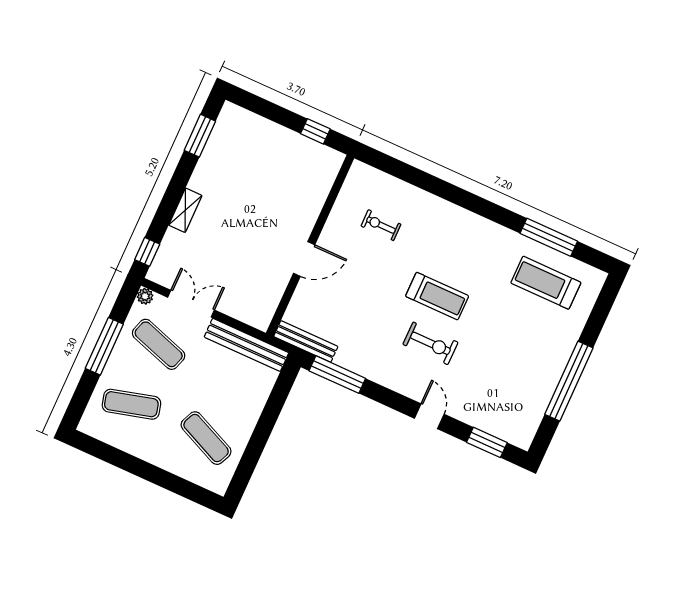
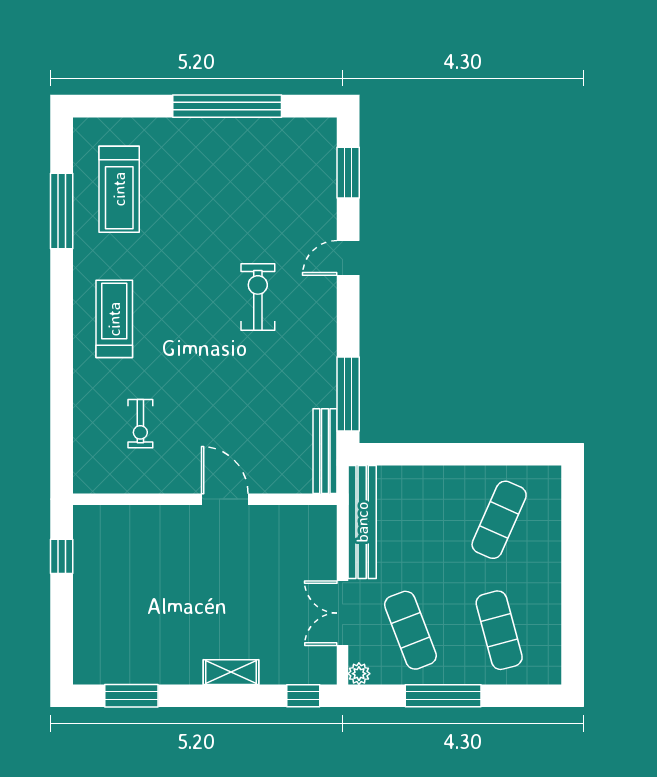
treadmill: (437, 296) -> (114, 319), moved
exercise mat: (159, 344) -> (410, 630), turned -39

